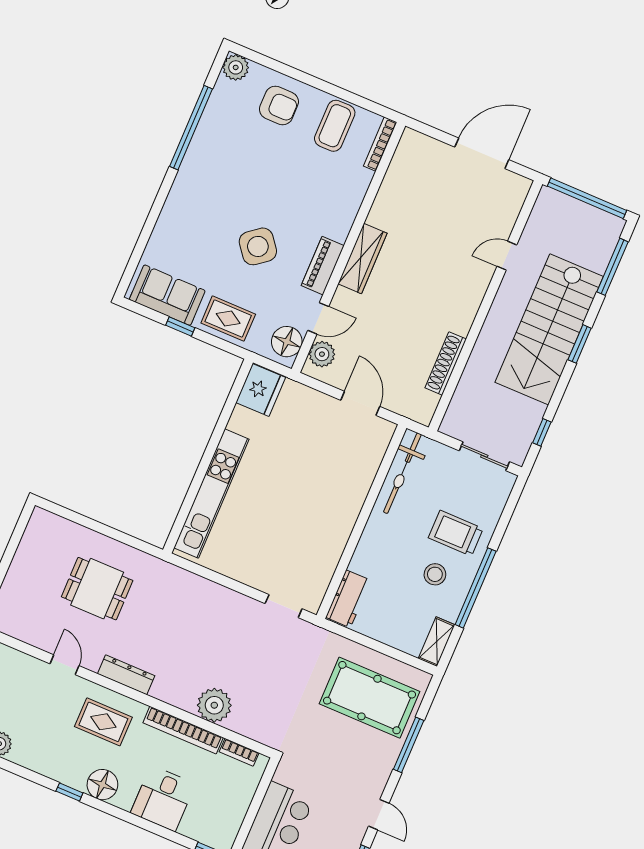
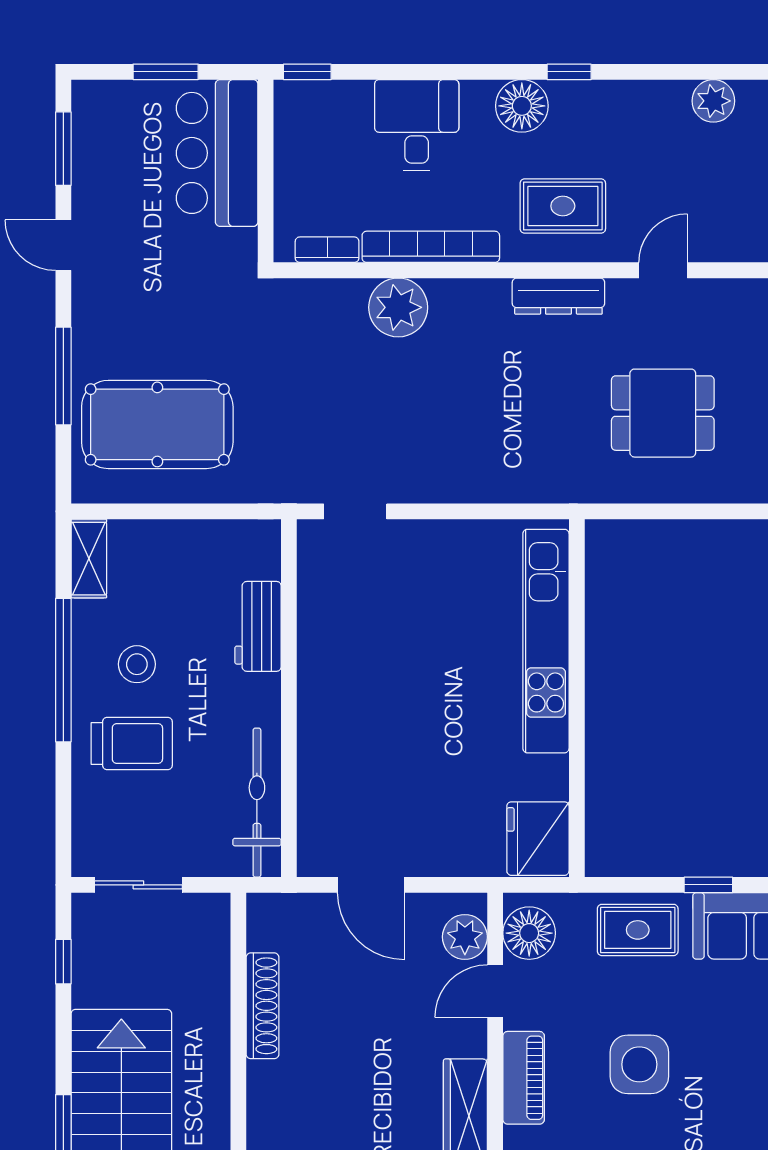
side table: (258, 246) -> (639, 1064), turned 38
workbench: (348, 599) -> (258, 626), moved
door: (64, 665) -> (663, 270), swing flipped

